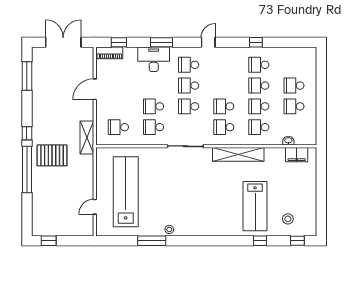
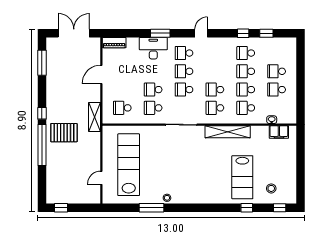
window: (119, 42) -> (266, 33), moved

